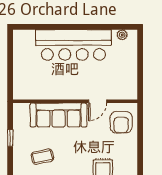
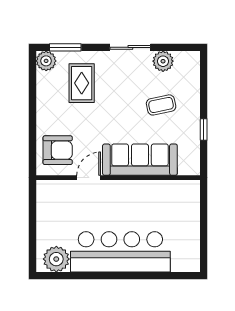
plant: (122, 35) -> (56, 259), width x1.87, depth x1.87
armchair: (121, 122) -> (58, 150), turned 90

